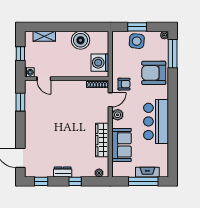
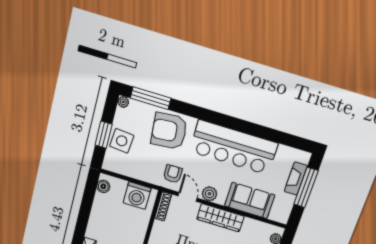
boiler: (81, 40) -> (103, 186), moved, width x0.54, depth x0.54
armchair: (154, 73) -> (169, 131), turned 85
bar counter: (156, 121) -> (234, 147), width x1.36
wardrobe: (102, 140) -> (220, 218), moved

